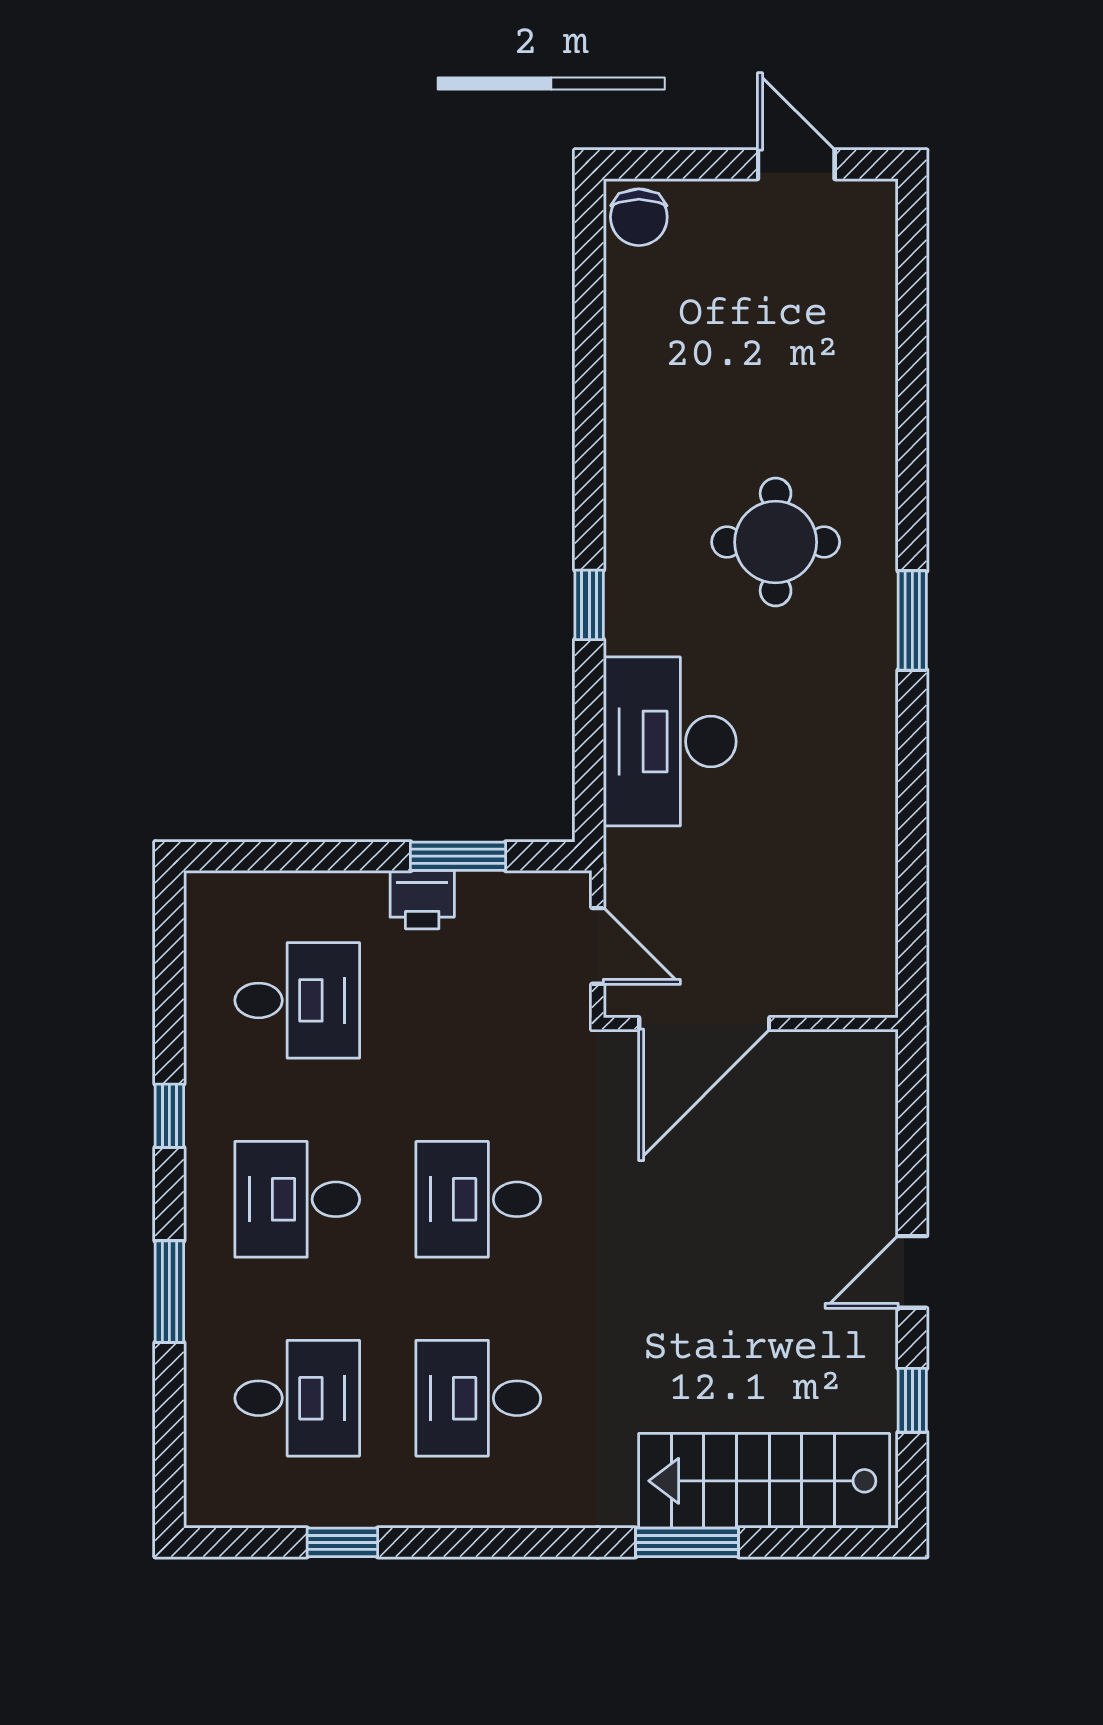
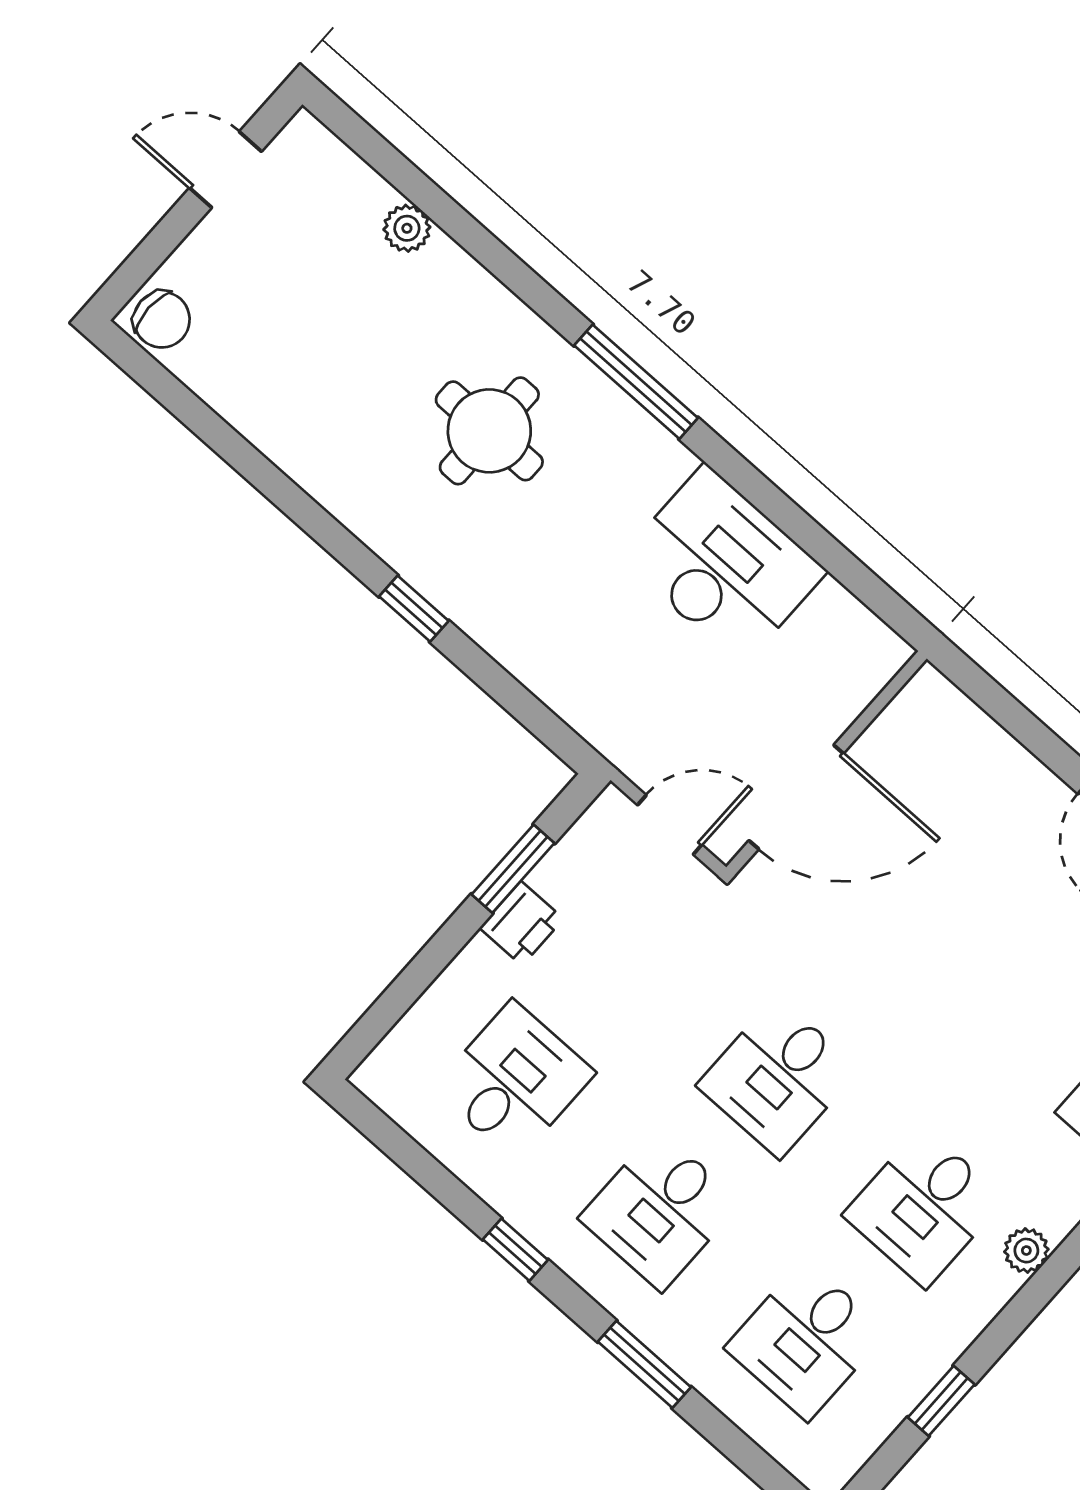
plant: (874, 342) -> (407, 228), added
window: (912, 621) -> (636, 382), width x1.44
desk: (670, 741) -> (723, 565), moved, turned 180
door: (704, 1024) -> (796, 797), hinge flipped
desk: (297, 1398) -> (806, 1340), turned 180
plant: (514, 1506) -> (1026, 1251), added

